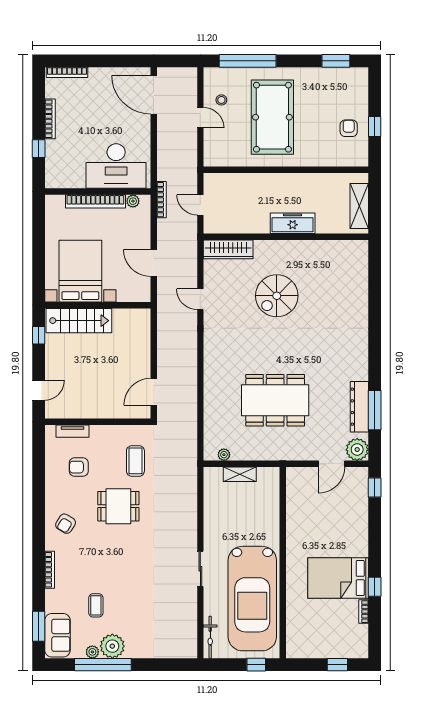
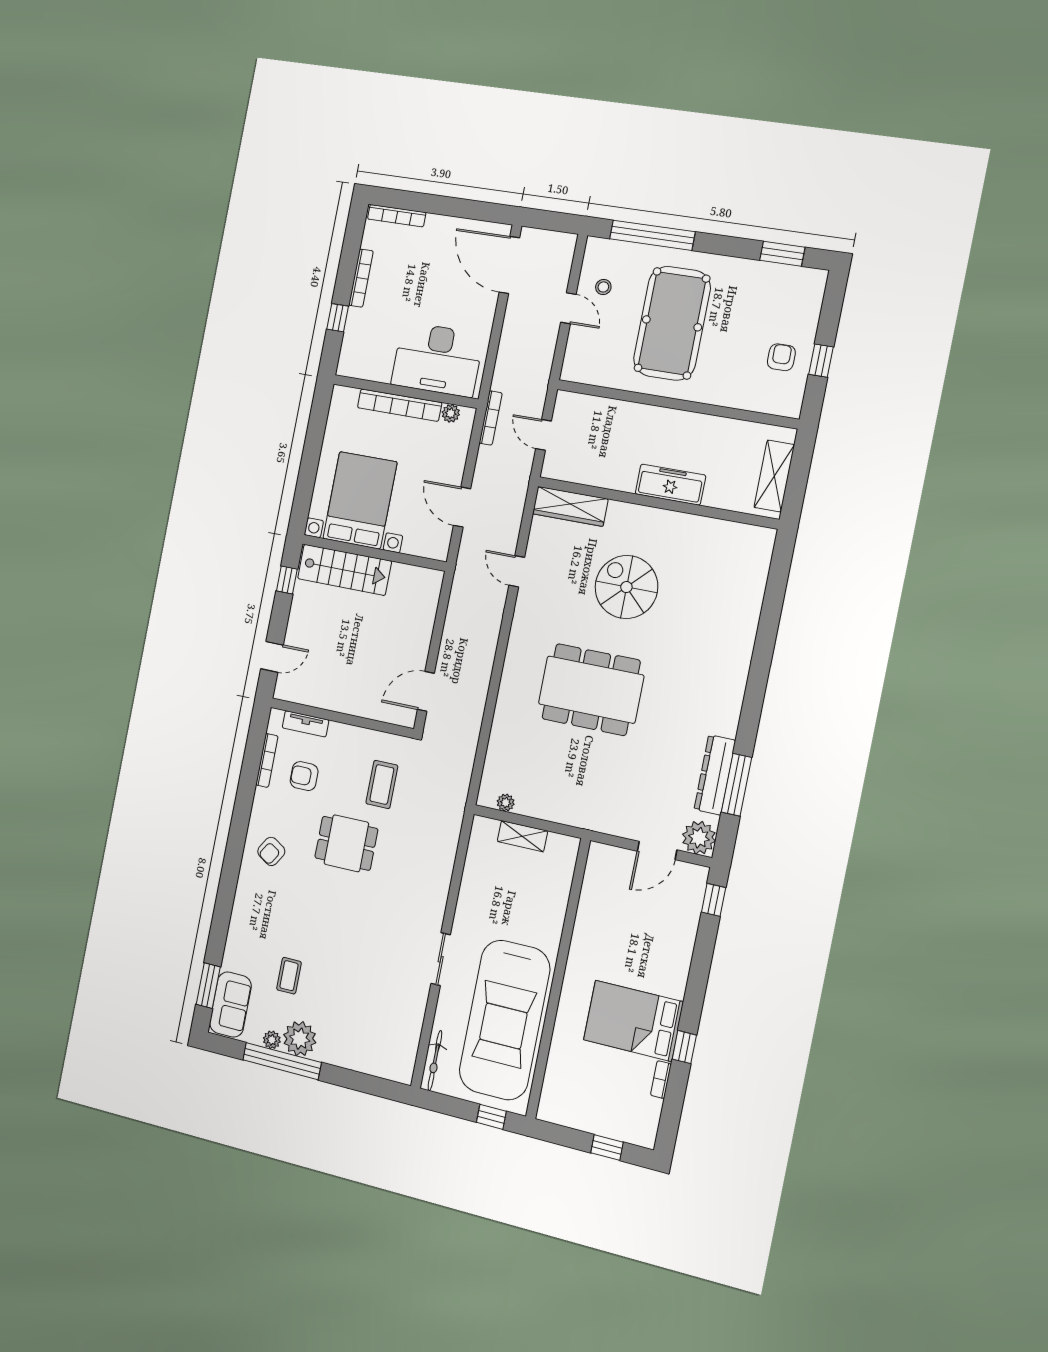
spiral stairs: (277, 296) -> (626, 587), turned 90
dining table: (275, 400) -> (591, 690), moved
bookcase: (50, 570) -> (267, 760), moved

